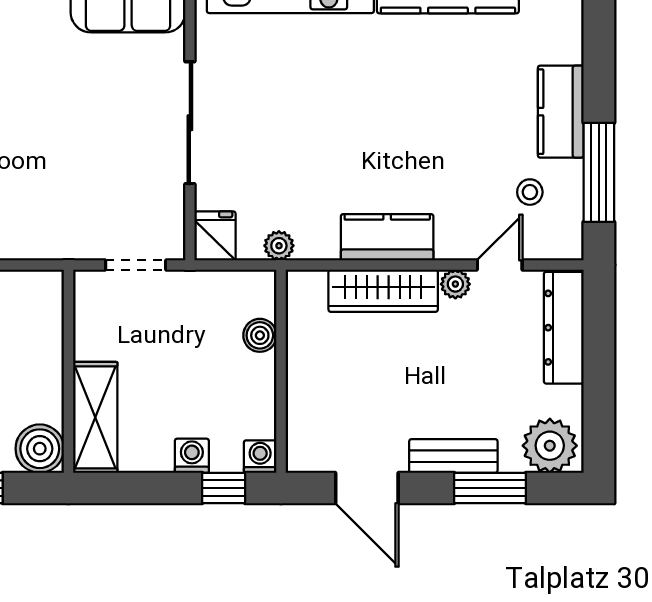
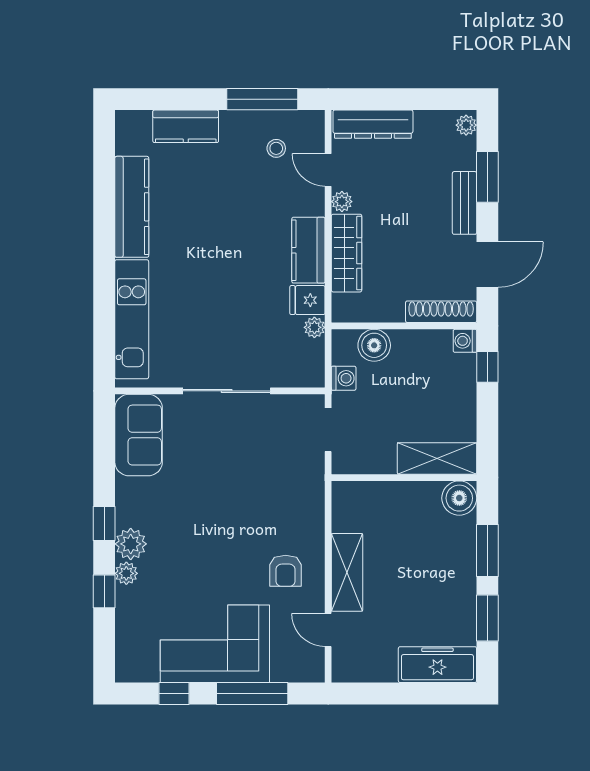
kitchen counter: (561, 112) -> (186, 126), moved
fridge: (215, 236) -> (307, 300), moved
boiler: (260, 335) -> (374, 345), width x1.36, depth x1.36
shoe rack: (301, 423) -> (441, 312), added
plant: (550, 446) -> (466, 125), width x0.53, depth x0.53
washing machine: (192, 456) -> (344, 378), moved, turned 180

